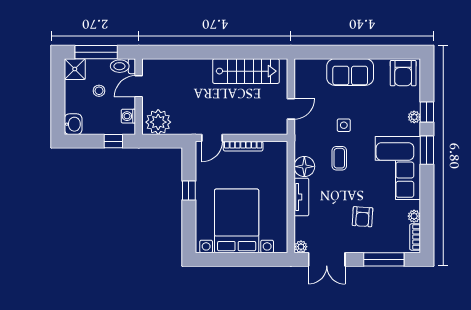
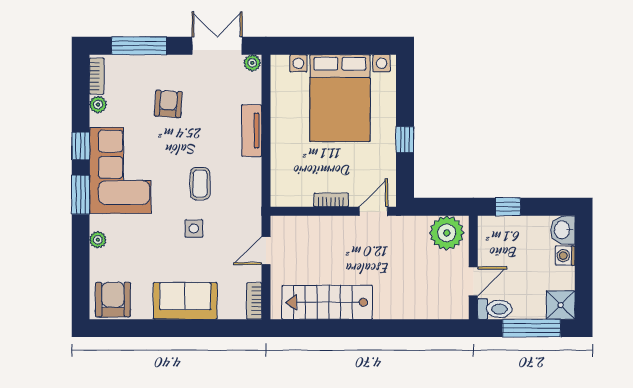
bookcase: (300, 72) -> (254, 301), added
stool: (99, 91) -> (527, 276), removed
window: (427, 112) -> (81, 146), moved
washing machine: (128, 116) -> (565, 256), moved, turned 180
bookcase: (243, 146) -> (331, 200), width x0.64
floor lamp: (304, 167) -> (248, 172), removed

